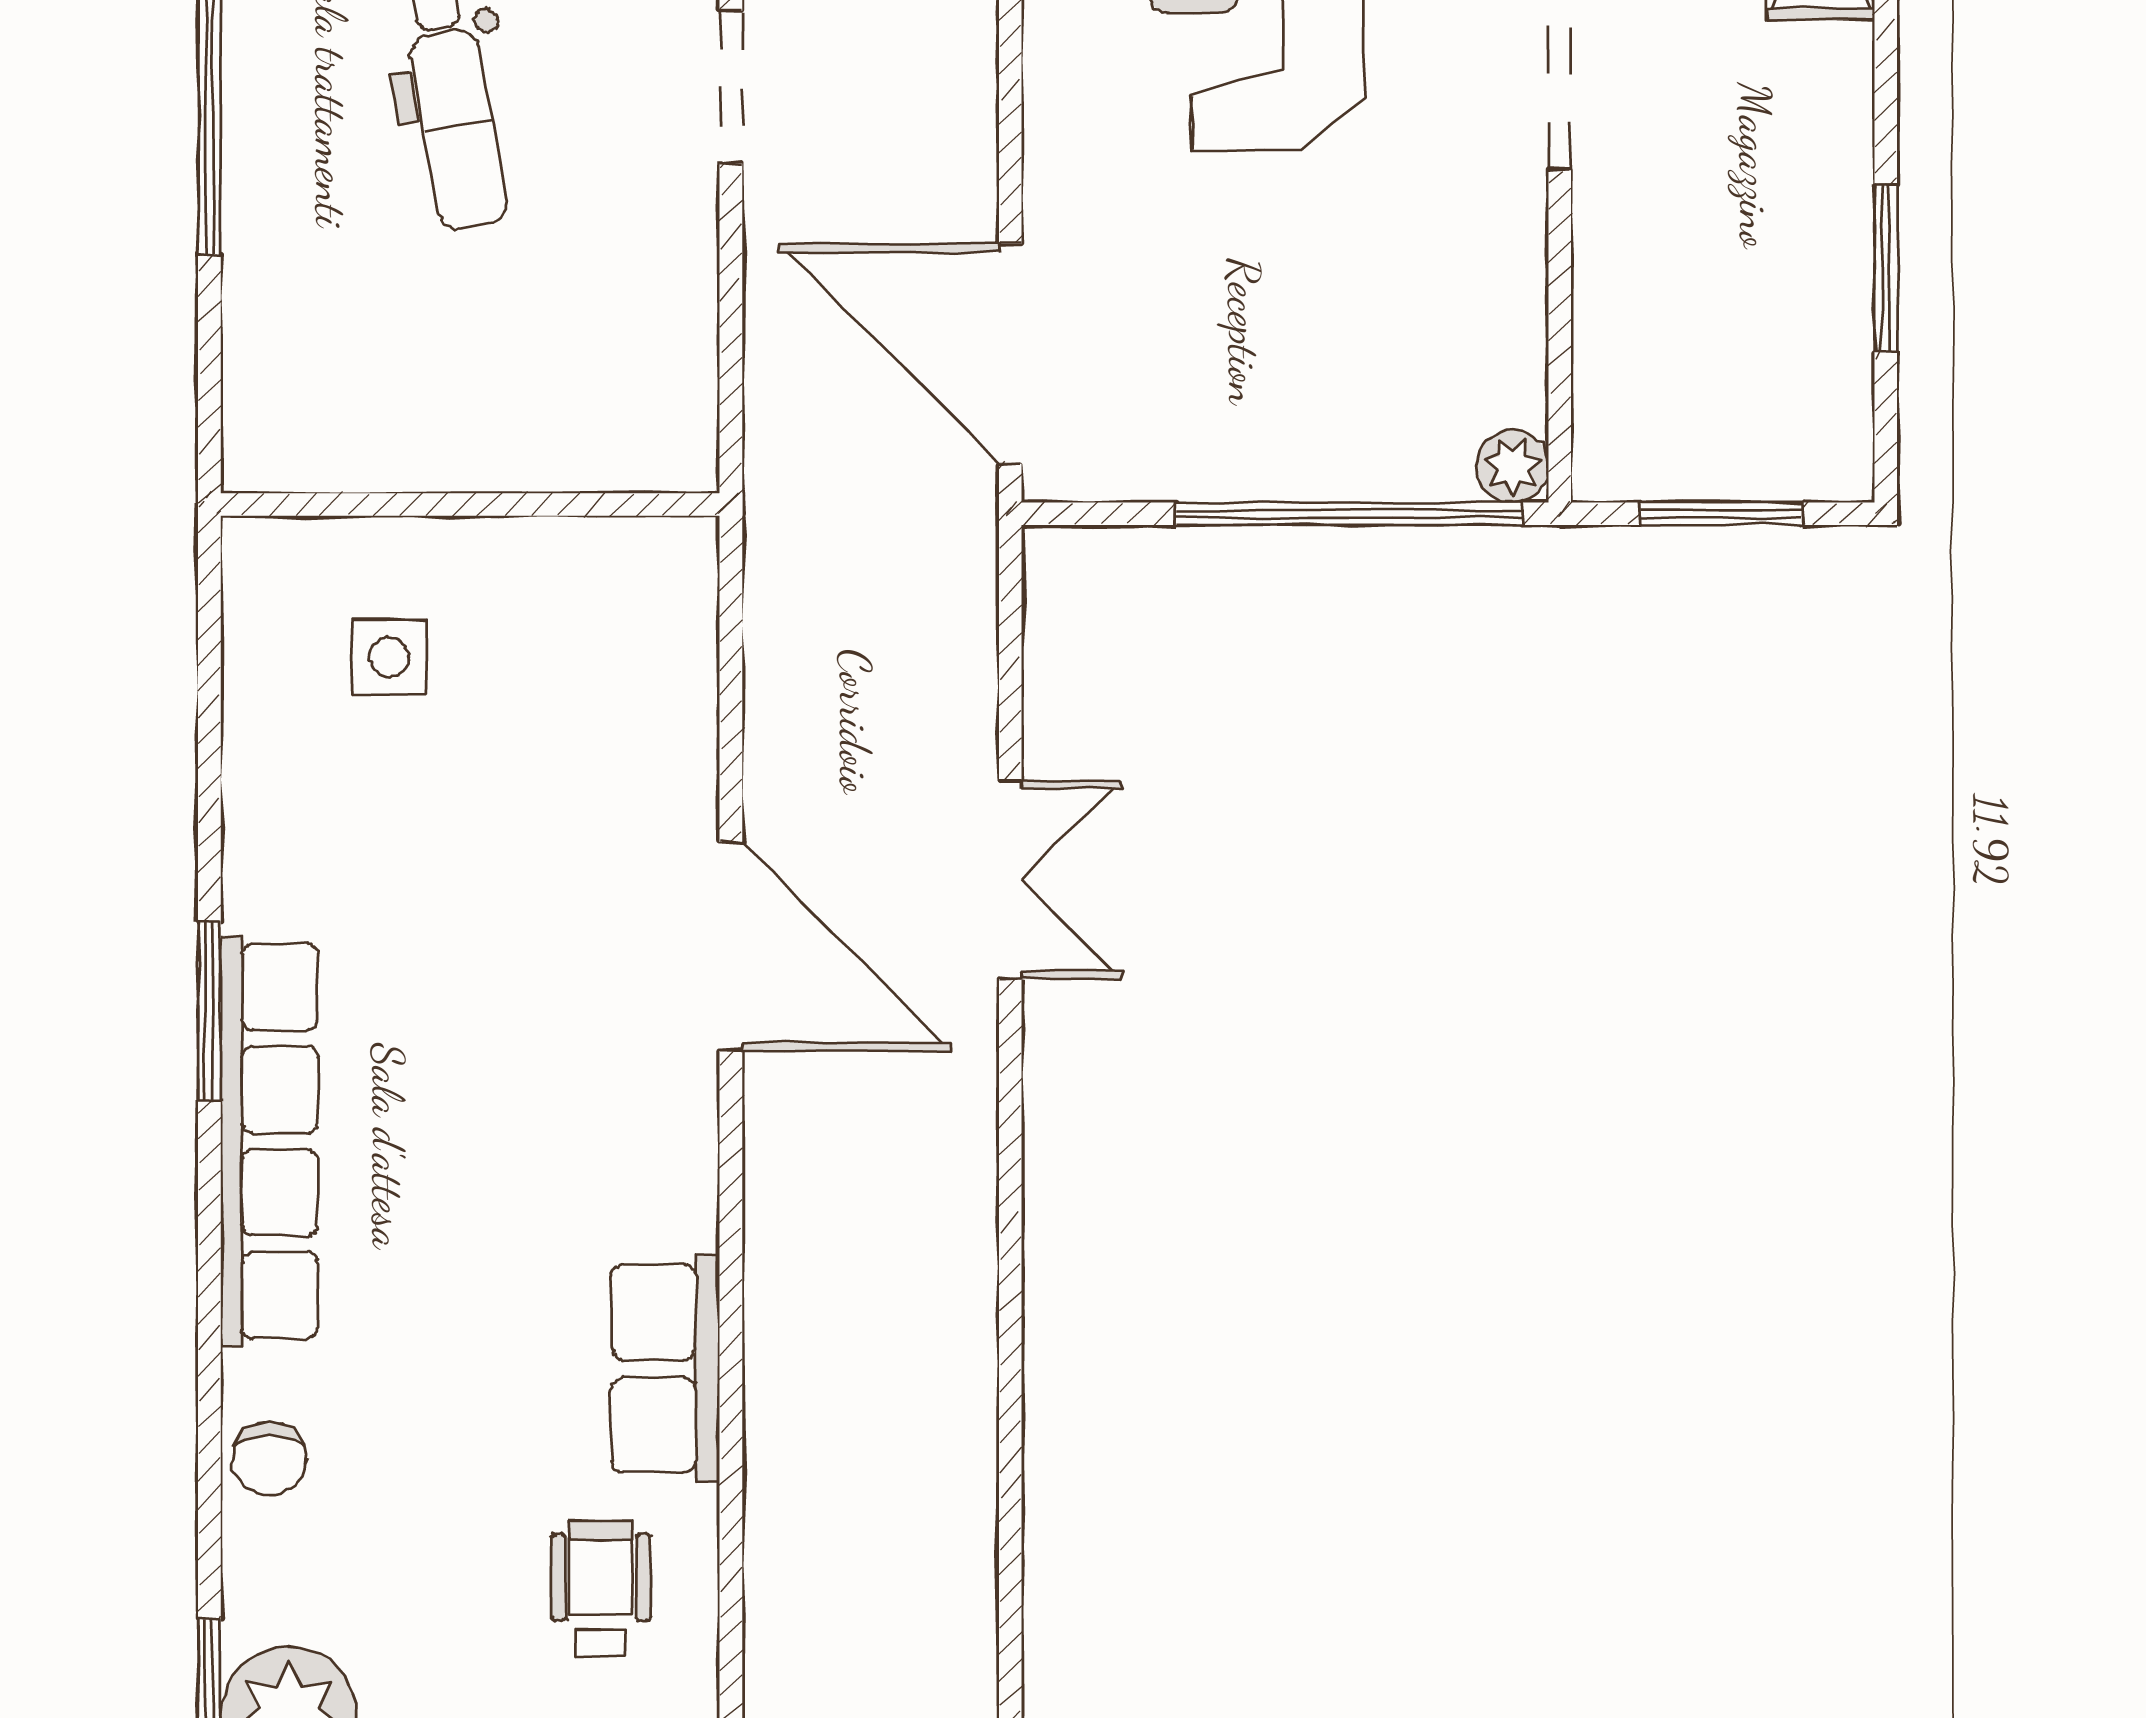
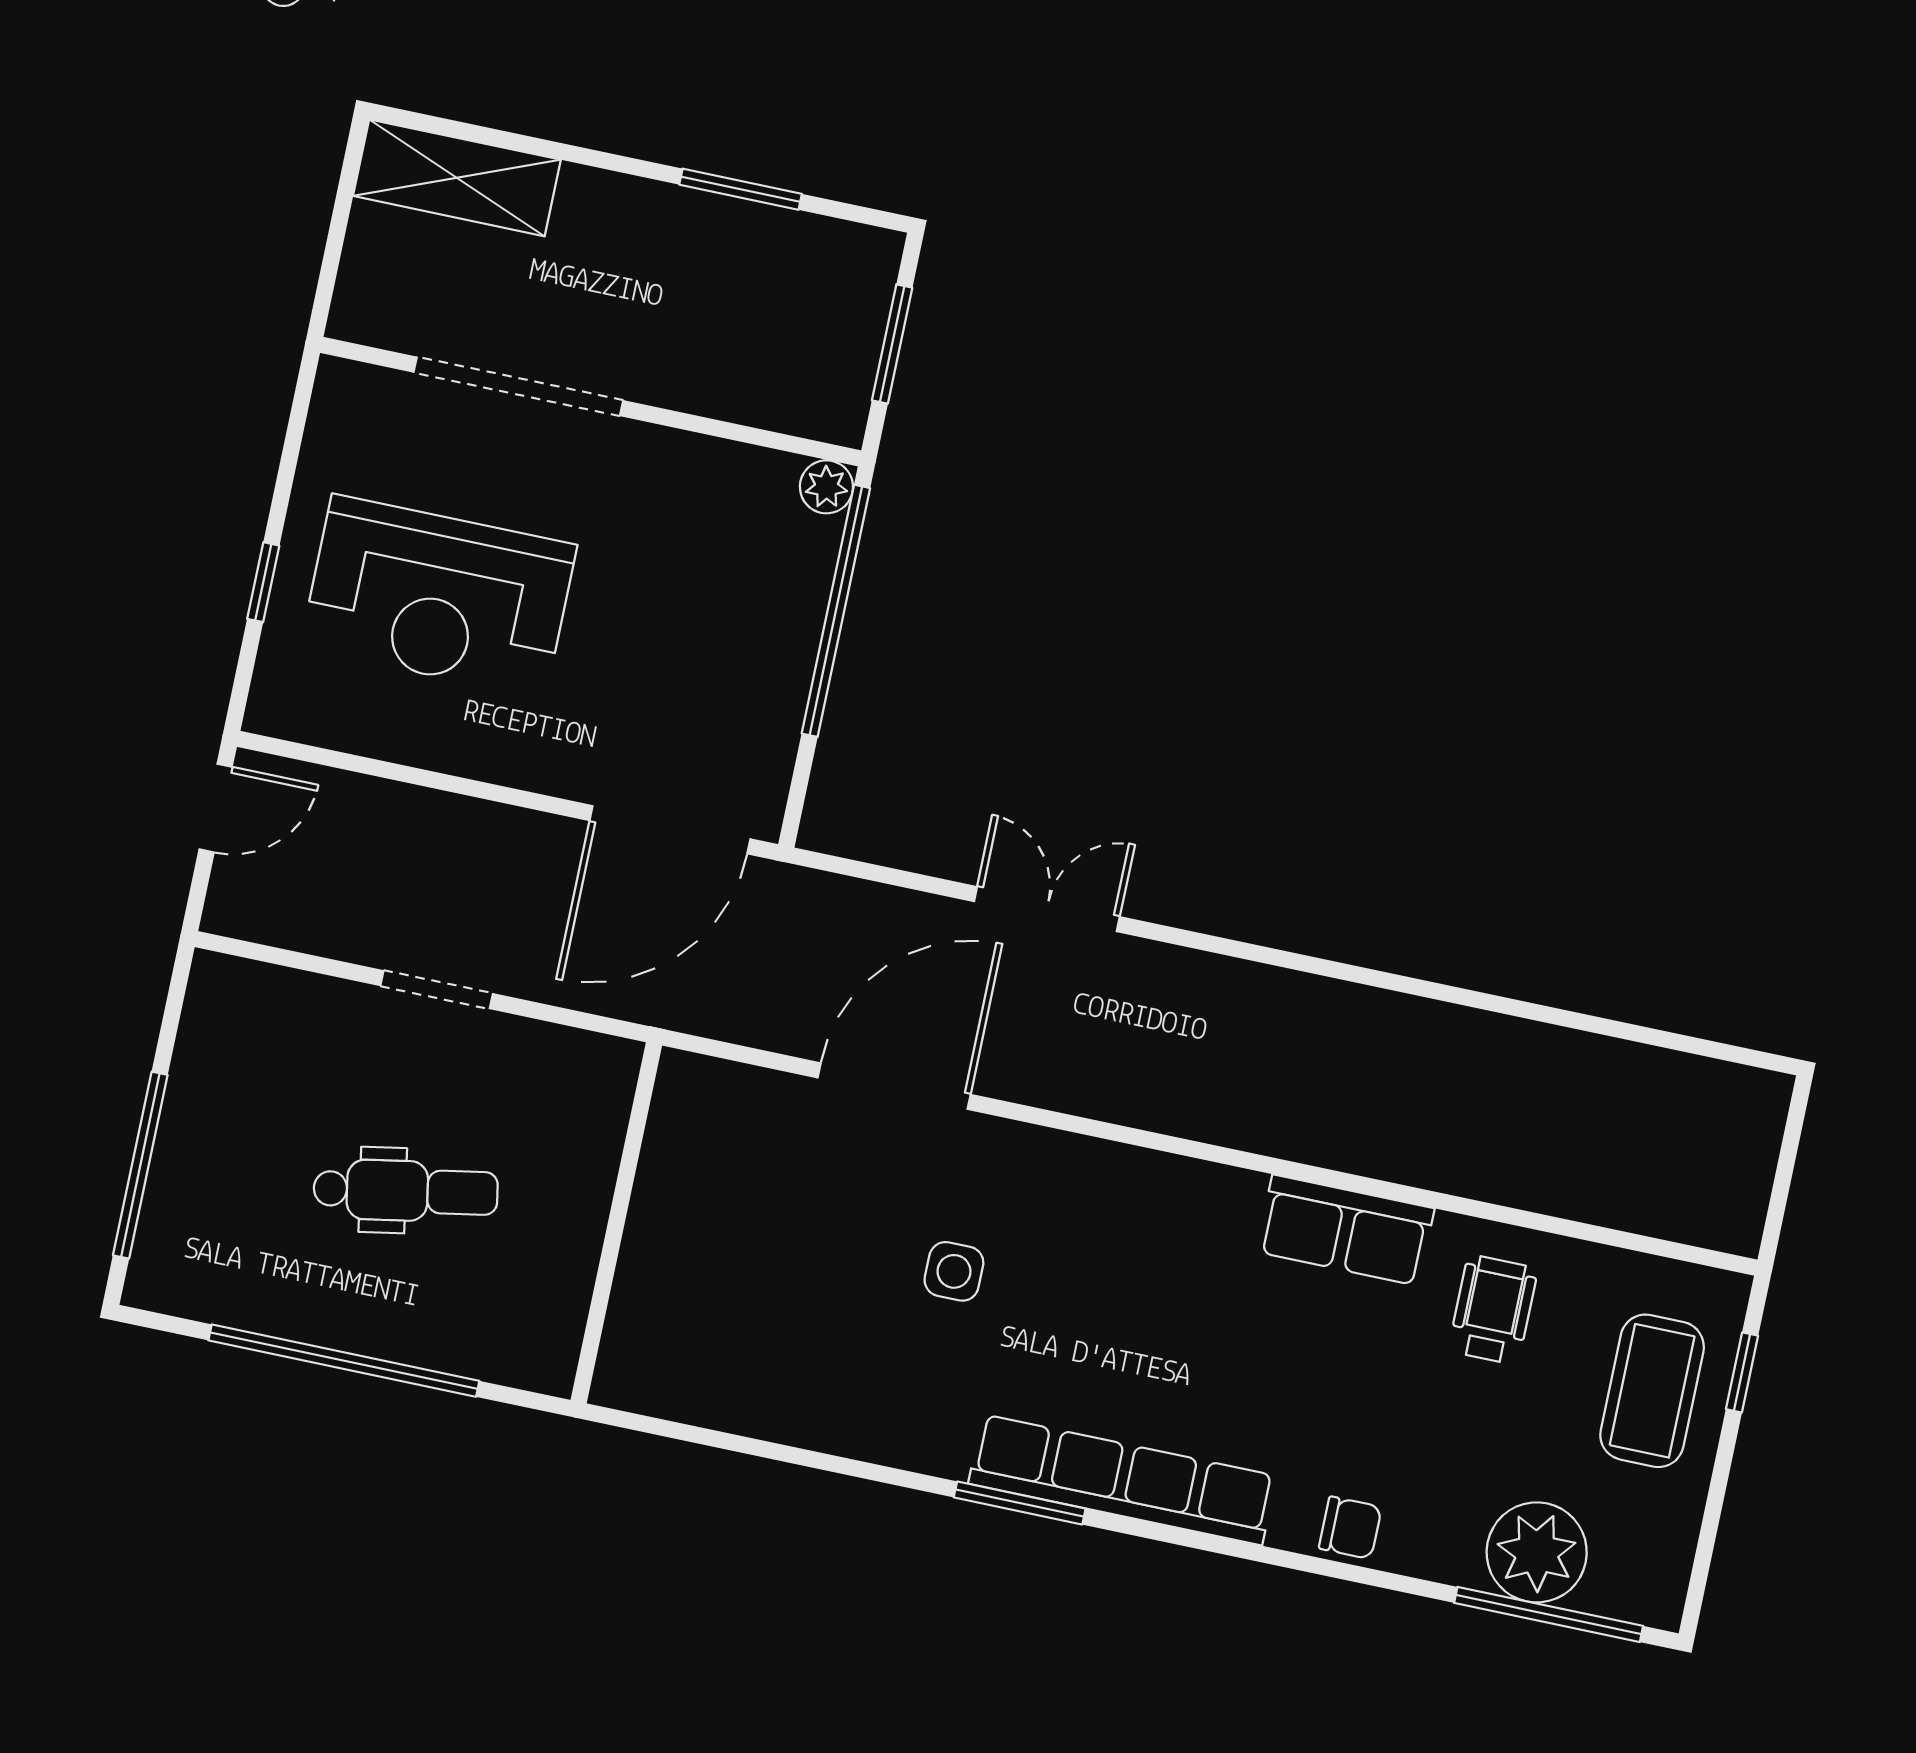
wall: (470, 504) -> (616, 1223), moved
side table: (389, 657) -> (954, 1271), moved
door: (731, 947) -> (894, 1086), moved
wheelchair: (601, 1588) -> (1493, 1310), turned 90

